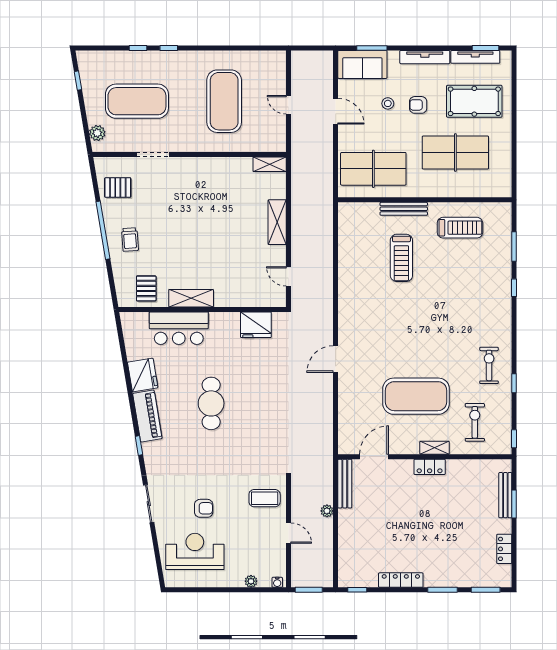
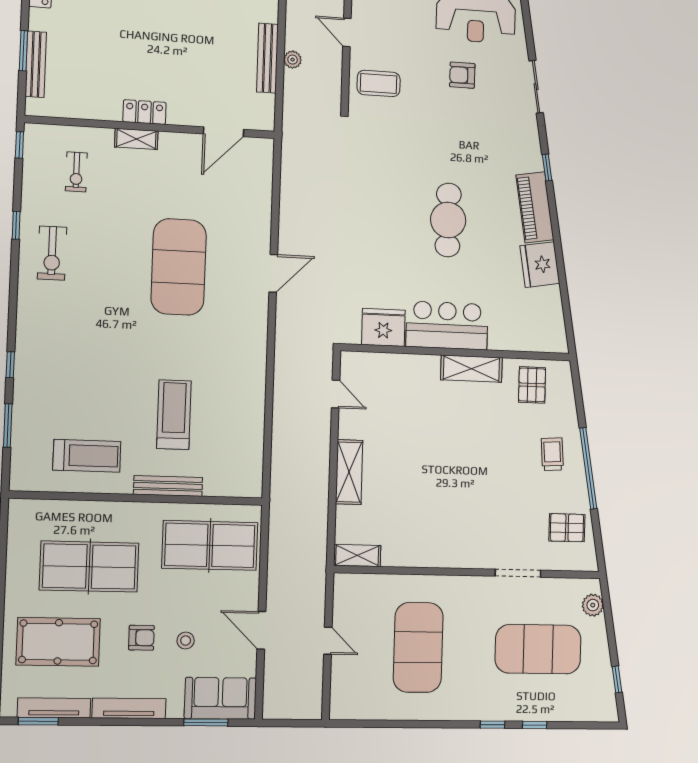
treadmill: (460, 228) -> (87, 456), turned 180
bar counter: (179, 328) -> (447, 325), moved
exercise mat: (416, 396) -> (179, 267), moved, turned 90
exercise bike: (475, 422) -> (76, 172), width x0.73, depth x0.72
bench: (345, 484) -> (267, 58), moved

